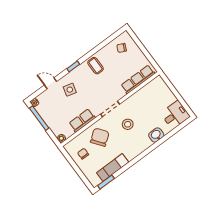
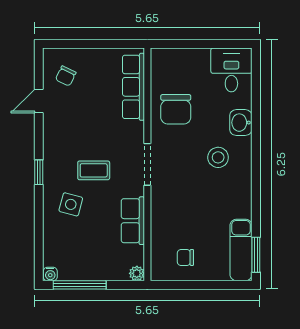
coffee table: (96, 66) -> (94, 170), moved
door: (51, 83) -> (39, 101), moved
stool: (128, 124) -> (218, 157), moved
chair: (100, 137) -> (176, 109), moved, turned -143
exam couch: (113, 167) -> (241, 250), moved

